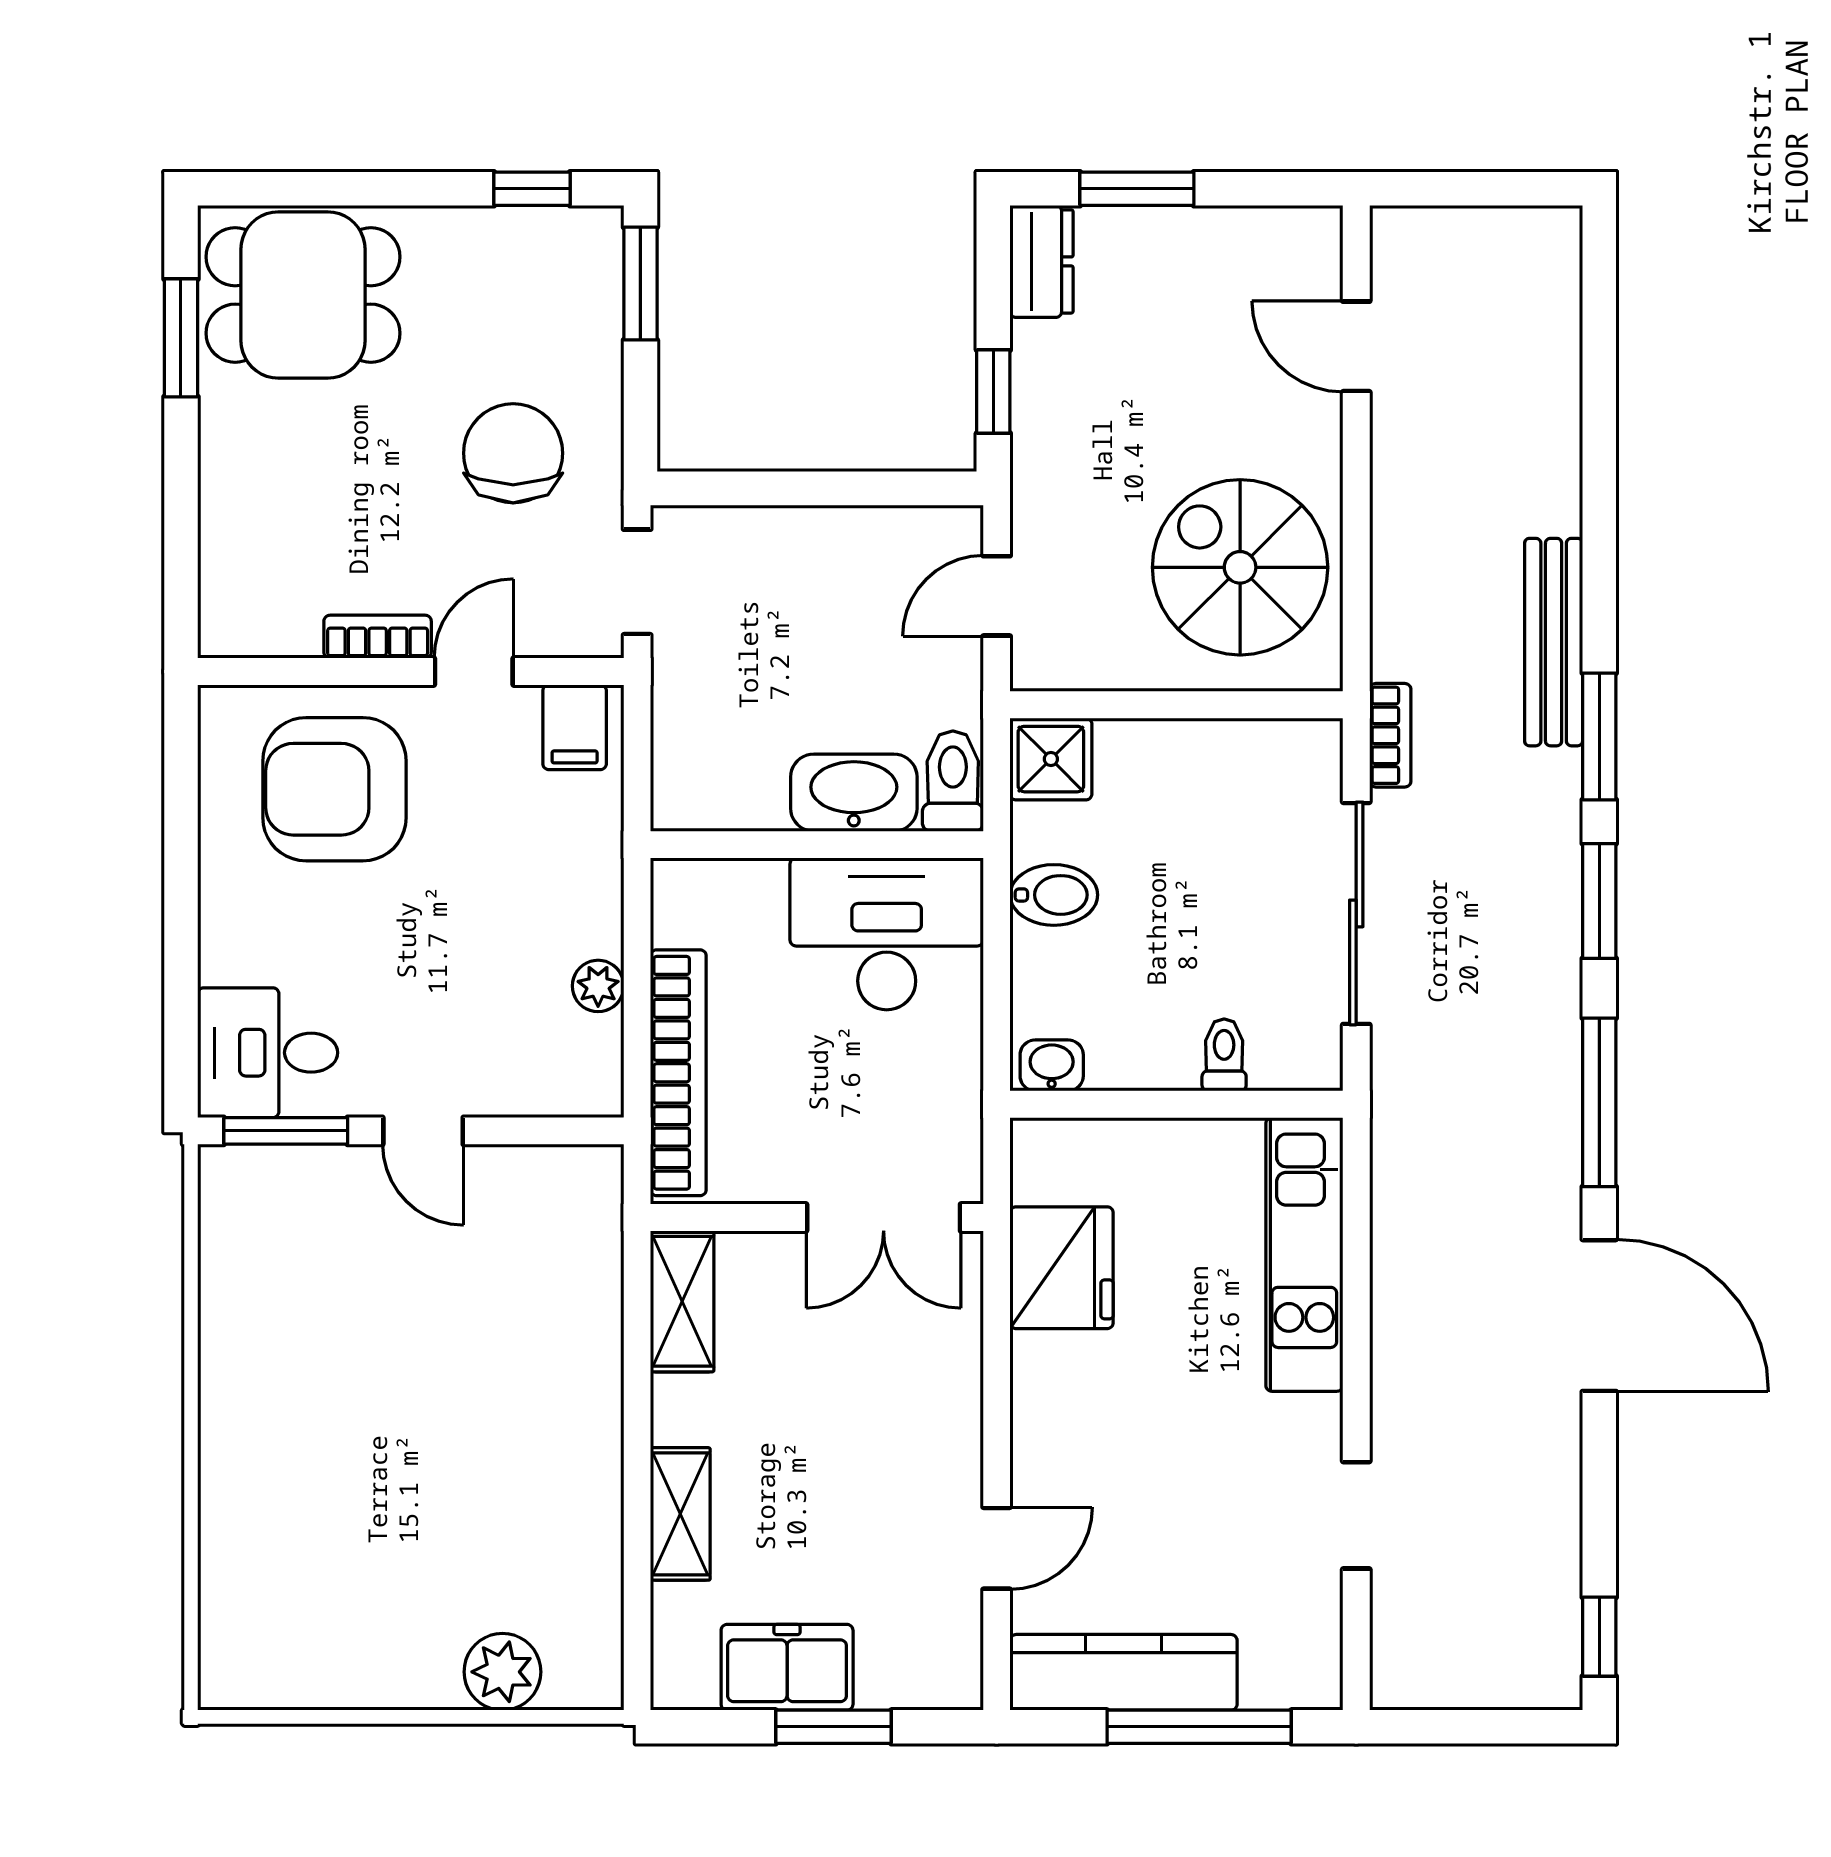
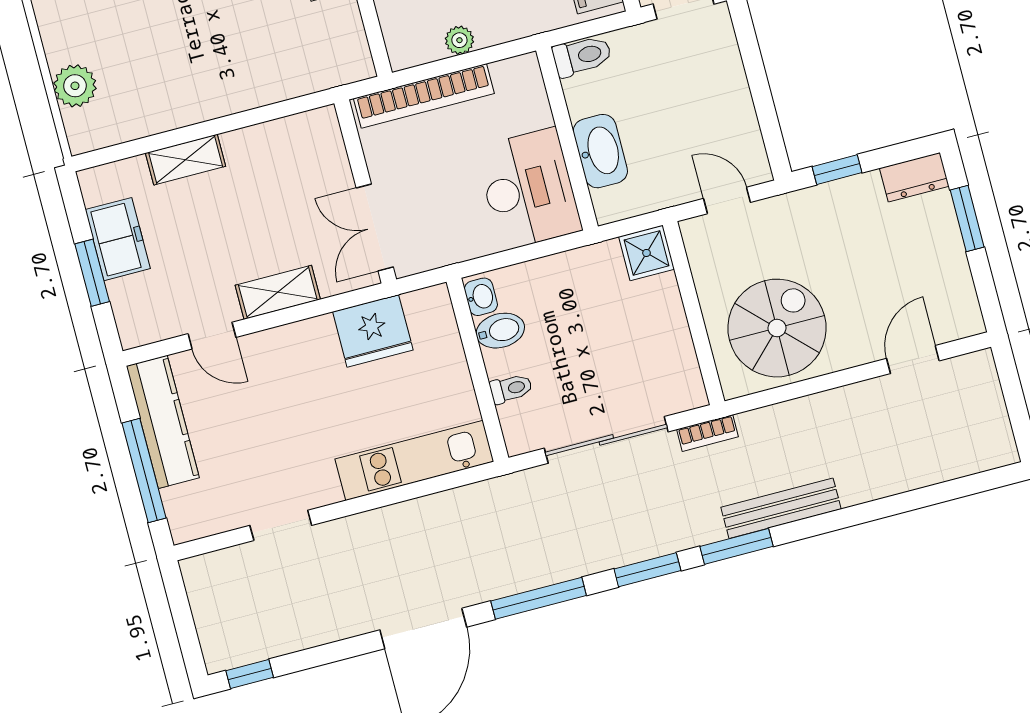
toilet: (953, 781) -> (582, 56), moved
bidet: (1054, 895) -> (500, 331), moved, turned -90
shelving: (682, 1301) -> (278, 292), moved

